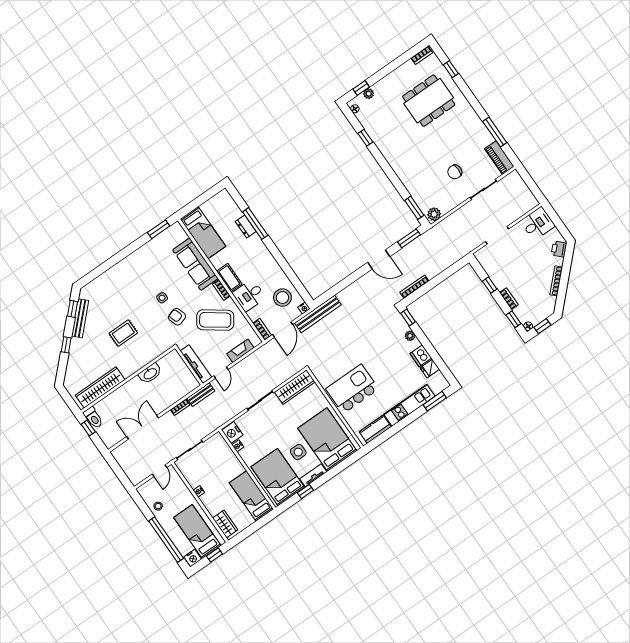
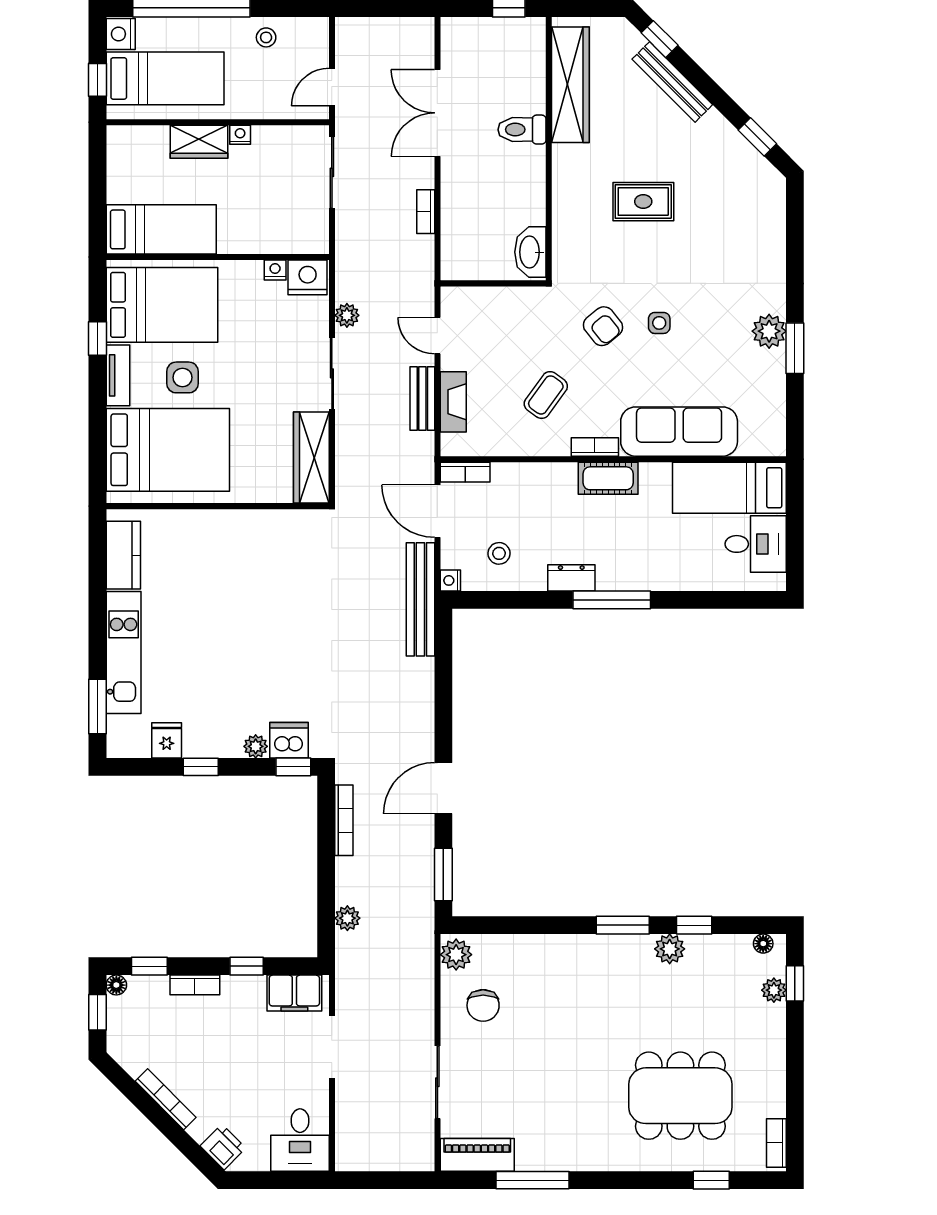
dining table: (429, 101) -> (680, 1096), turned 90
plant: (380, 140) -> (670, 949), added
chair: (455, 172) -> (483, 1005), moved, turned 180
window: (414, 208) -> (623, 925), moved
window: (255, 224) -> (612, 600), moved
dresser: (246, 226) -> (571, 578), moved
window: (159, 229) -> (795, 348), moved
plant: (138, 257) -> (769, 331), added
plant: (448, 261) -> (347, 918), added
filing cabinet: (487, 262) -> (294, 993), added
desk: (249, 295) -> (756, 544), moved, turned 90
stool: (282, 298) -> (499, 553), width x0.53, depth x0.53
armchair: (177, 317) -> (603, 326), turned 69
bench: (80, 318) -> (672, 82), moved
coffee table: (215, 320) -> (546, 395), width x0.54, depth x0.58
rug: (123, 333) -> (643, 202), turned 90
window: (66, 345) -> (660, 39), moved
window: (431, 350) -> (201, 767), added
dishwasher: (421, 356) -> (289, 740), moved
tv unit: (196, 364) -> (487, 299), removed
washbasin: (150, 373) -> (530, 252), moved
kitchen island: (352, 389) -> (231, 565), removed
bench: (201, 395) -> (422, 399), moved
plant: (236, 409) -> (347, 315), added
toilet: (93, 418) -> (522, 130), moved
double door: (143, 427) -> (437, 113), swing flipped
door: (159, 471) -> (332, 87), hinge flipped
wardrobe: (225, 524) -> (199, 142), moved

